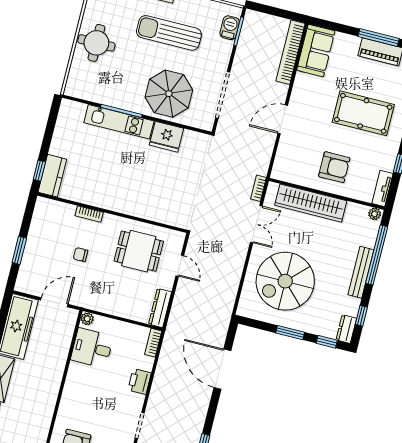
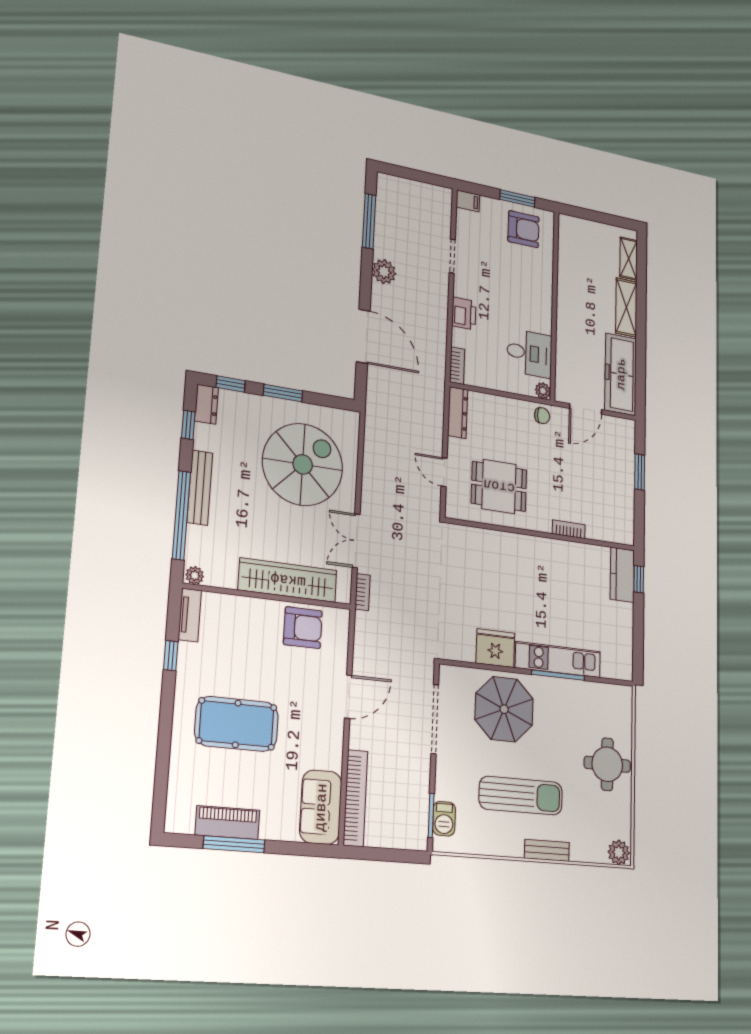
armchair: (334, 167) -> (303, 628), moved, turned 180
chair: (81, 255) -> (542, 416), moved
plant: (197, 416) -> (384, 272), added

